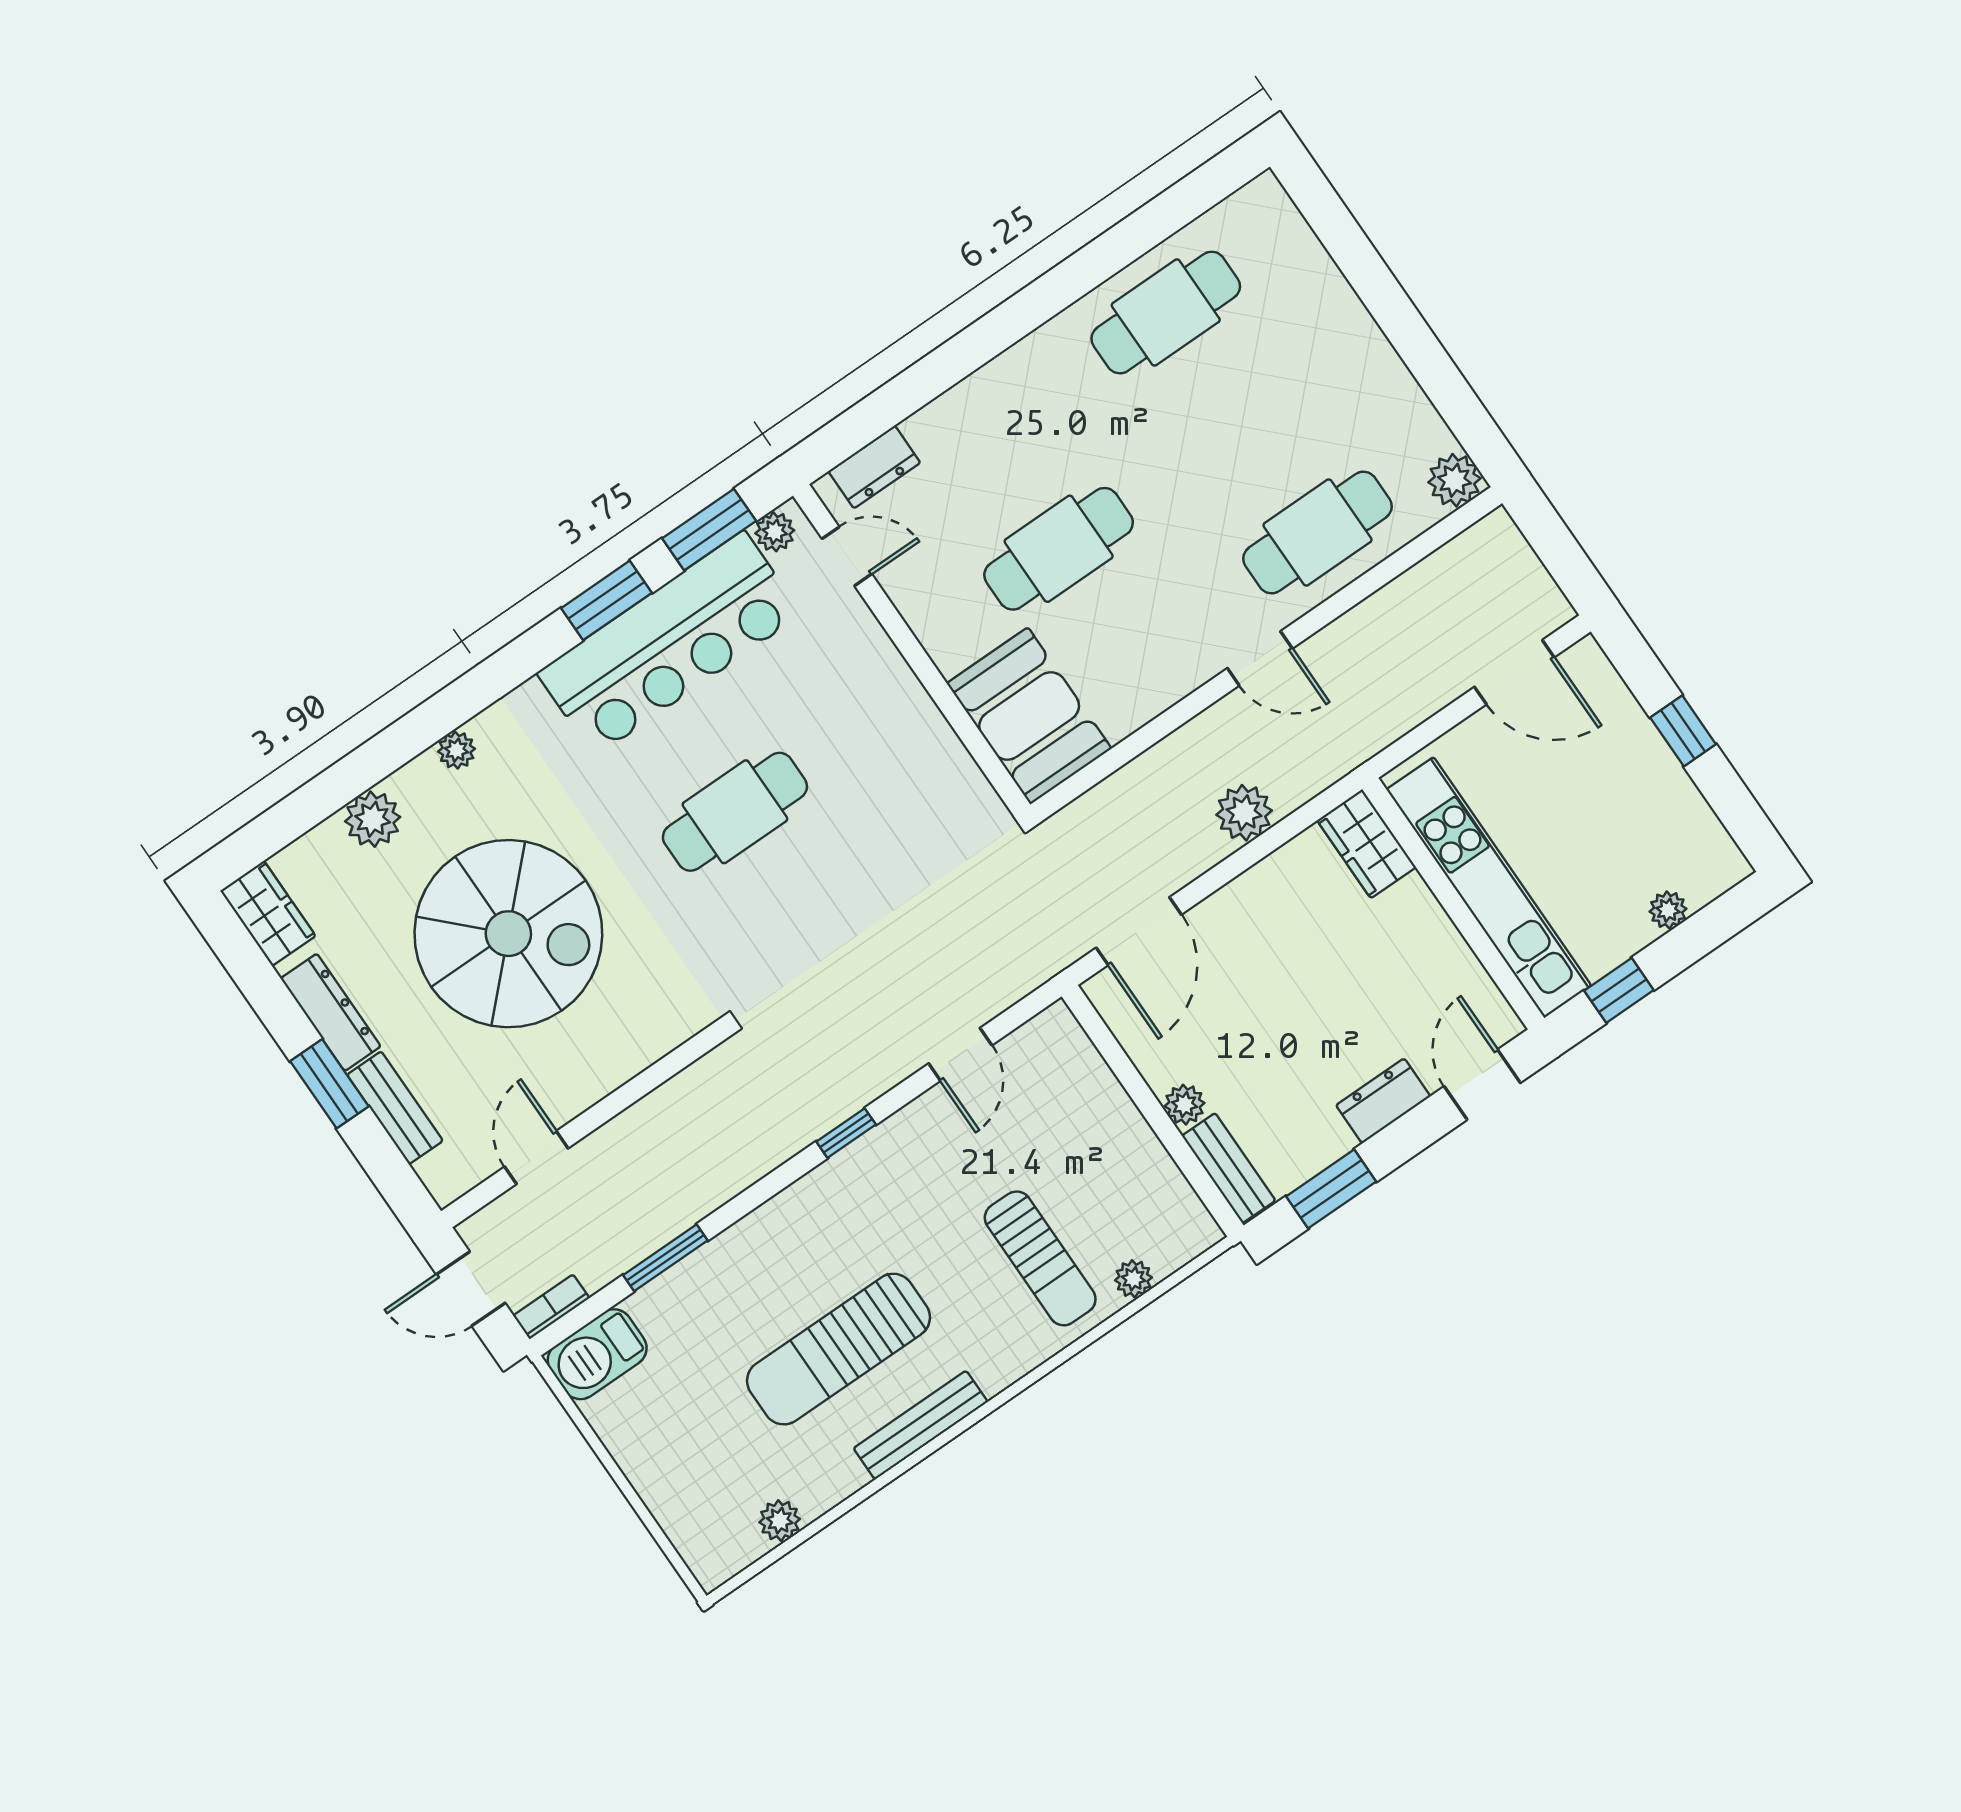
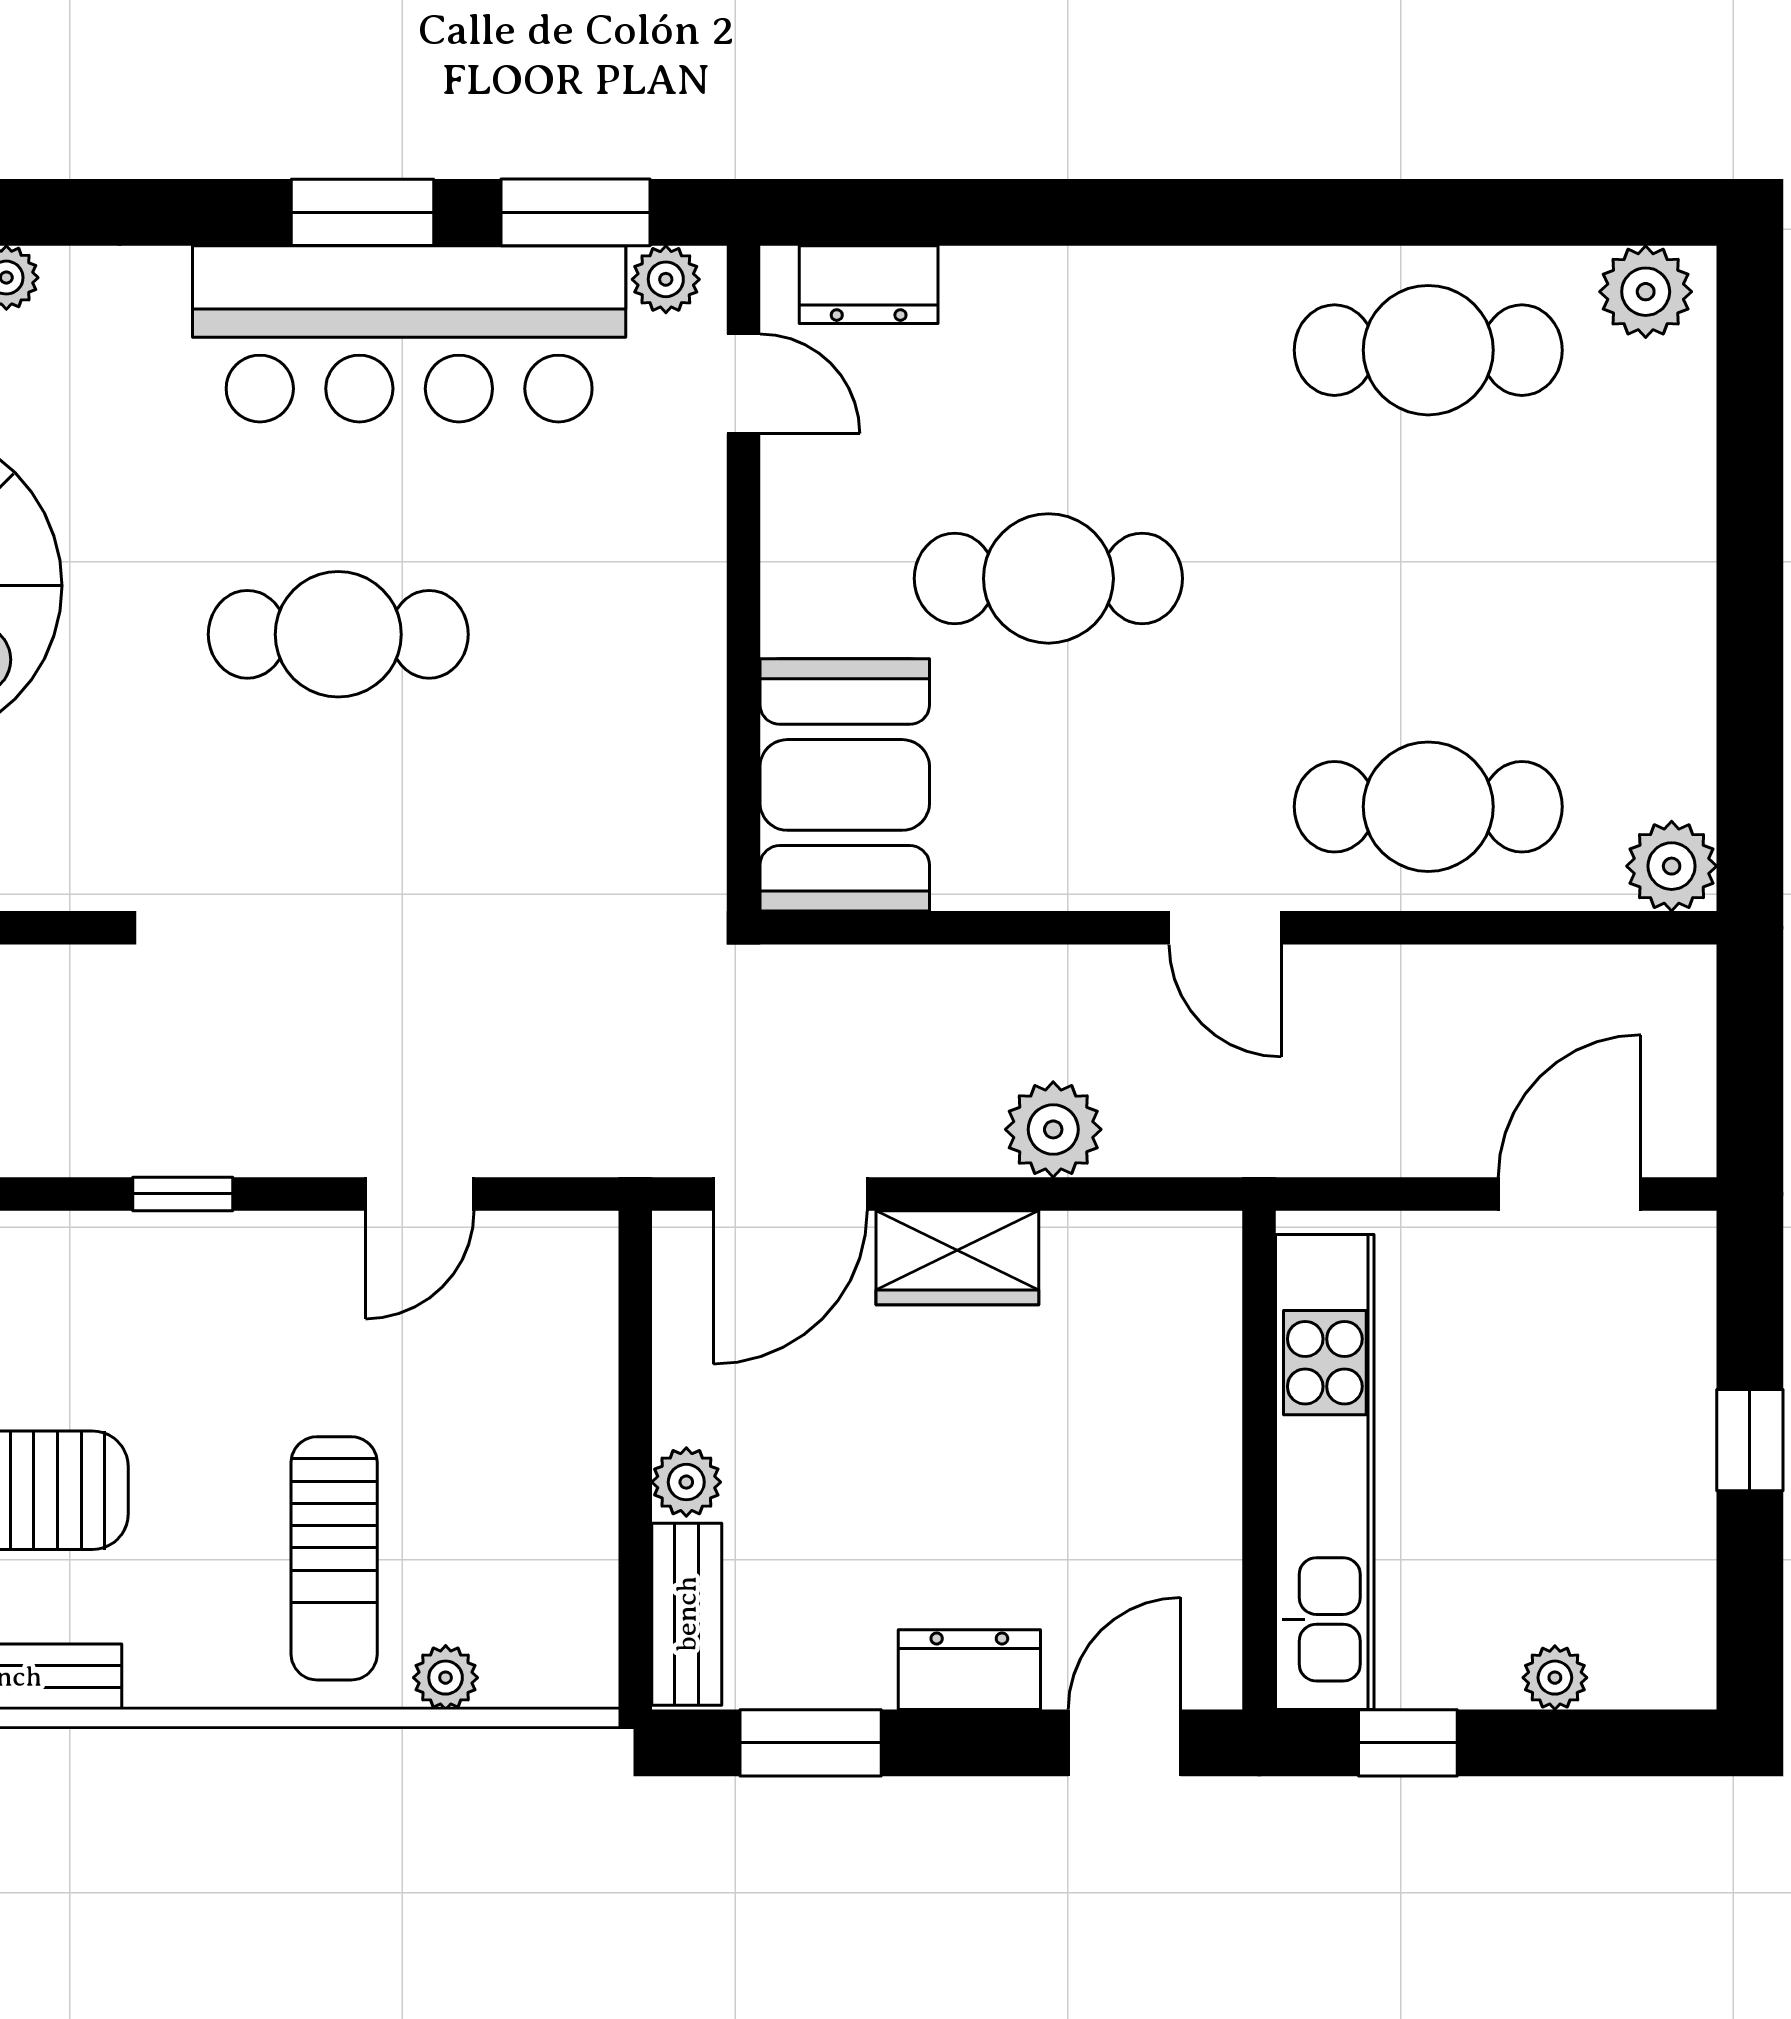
plant: (1251, 212) -> (1646, 292), added
door: (1514, 672) -> (1570, 1194), swing flipped
wardrobe: (1367, 844) -> (957, 1258), moved, turned -90

